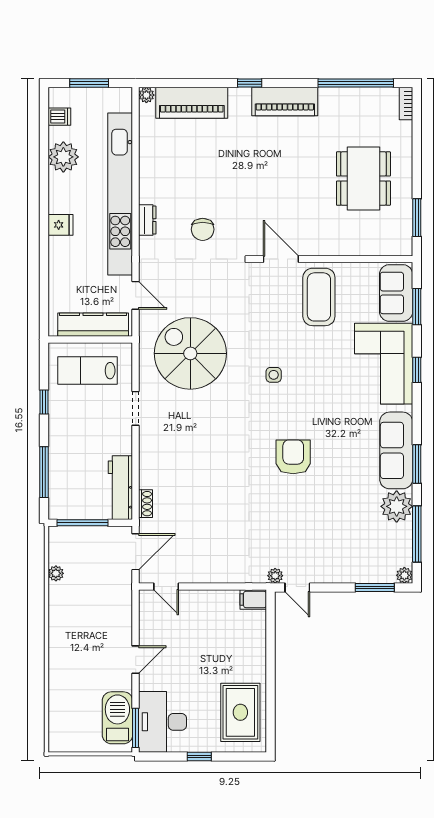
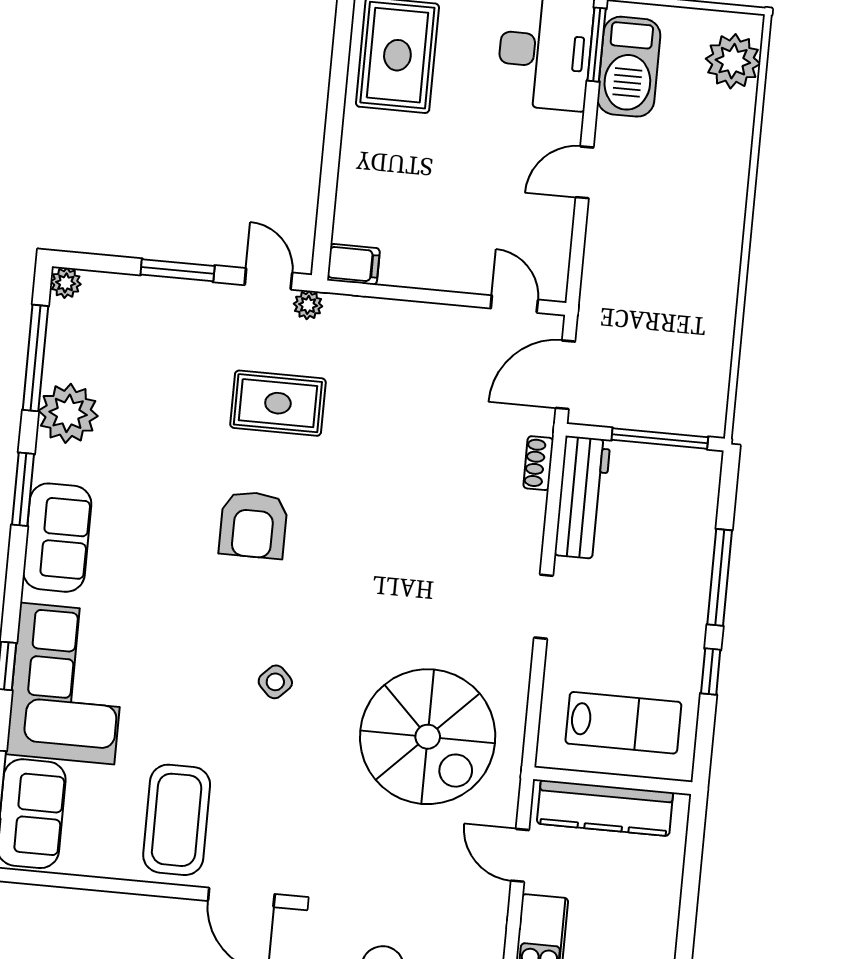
side table: (274, 375) -> (275, 682), turned 45
doorway: (136, 408) -> (544, 607), moved
sofa: (396, 450) -> (57, 538), width x0.73
window: (44, 472) -> (720, 577), moved
rug: (286, 522) -> (278, 403), added
plant: (56, 573) -> (733, 61), moved, width x1.88, depth x1.88
window: (375, 588) -> (178, 270), moved

